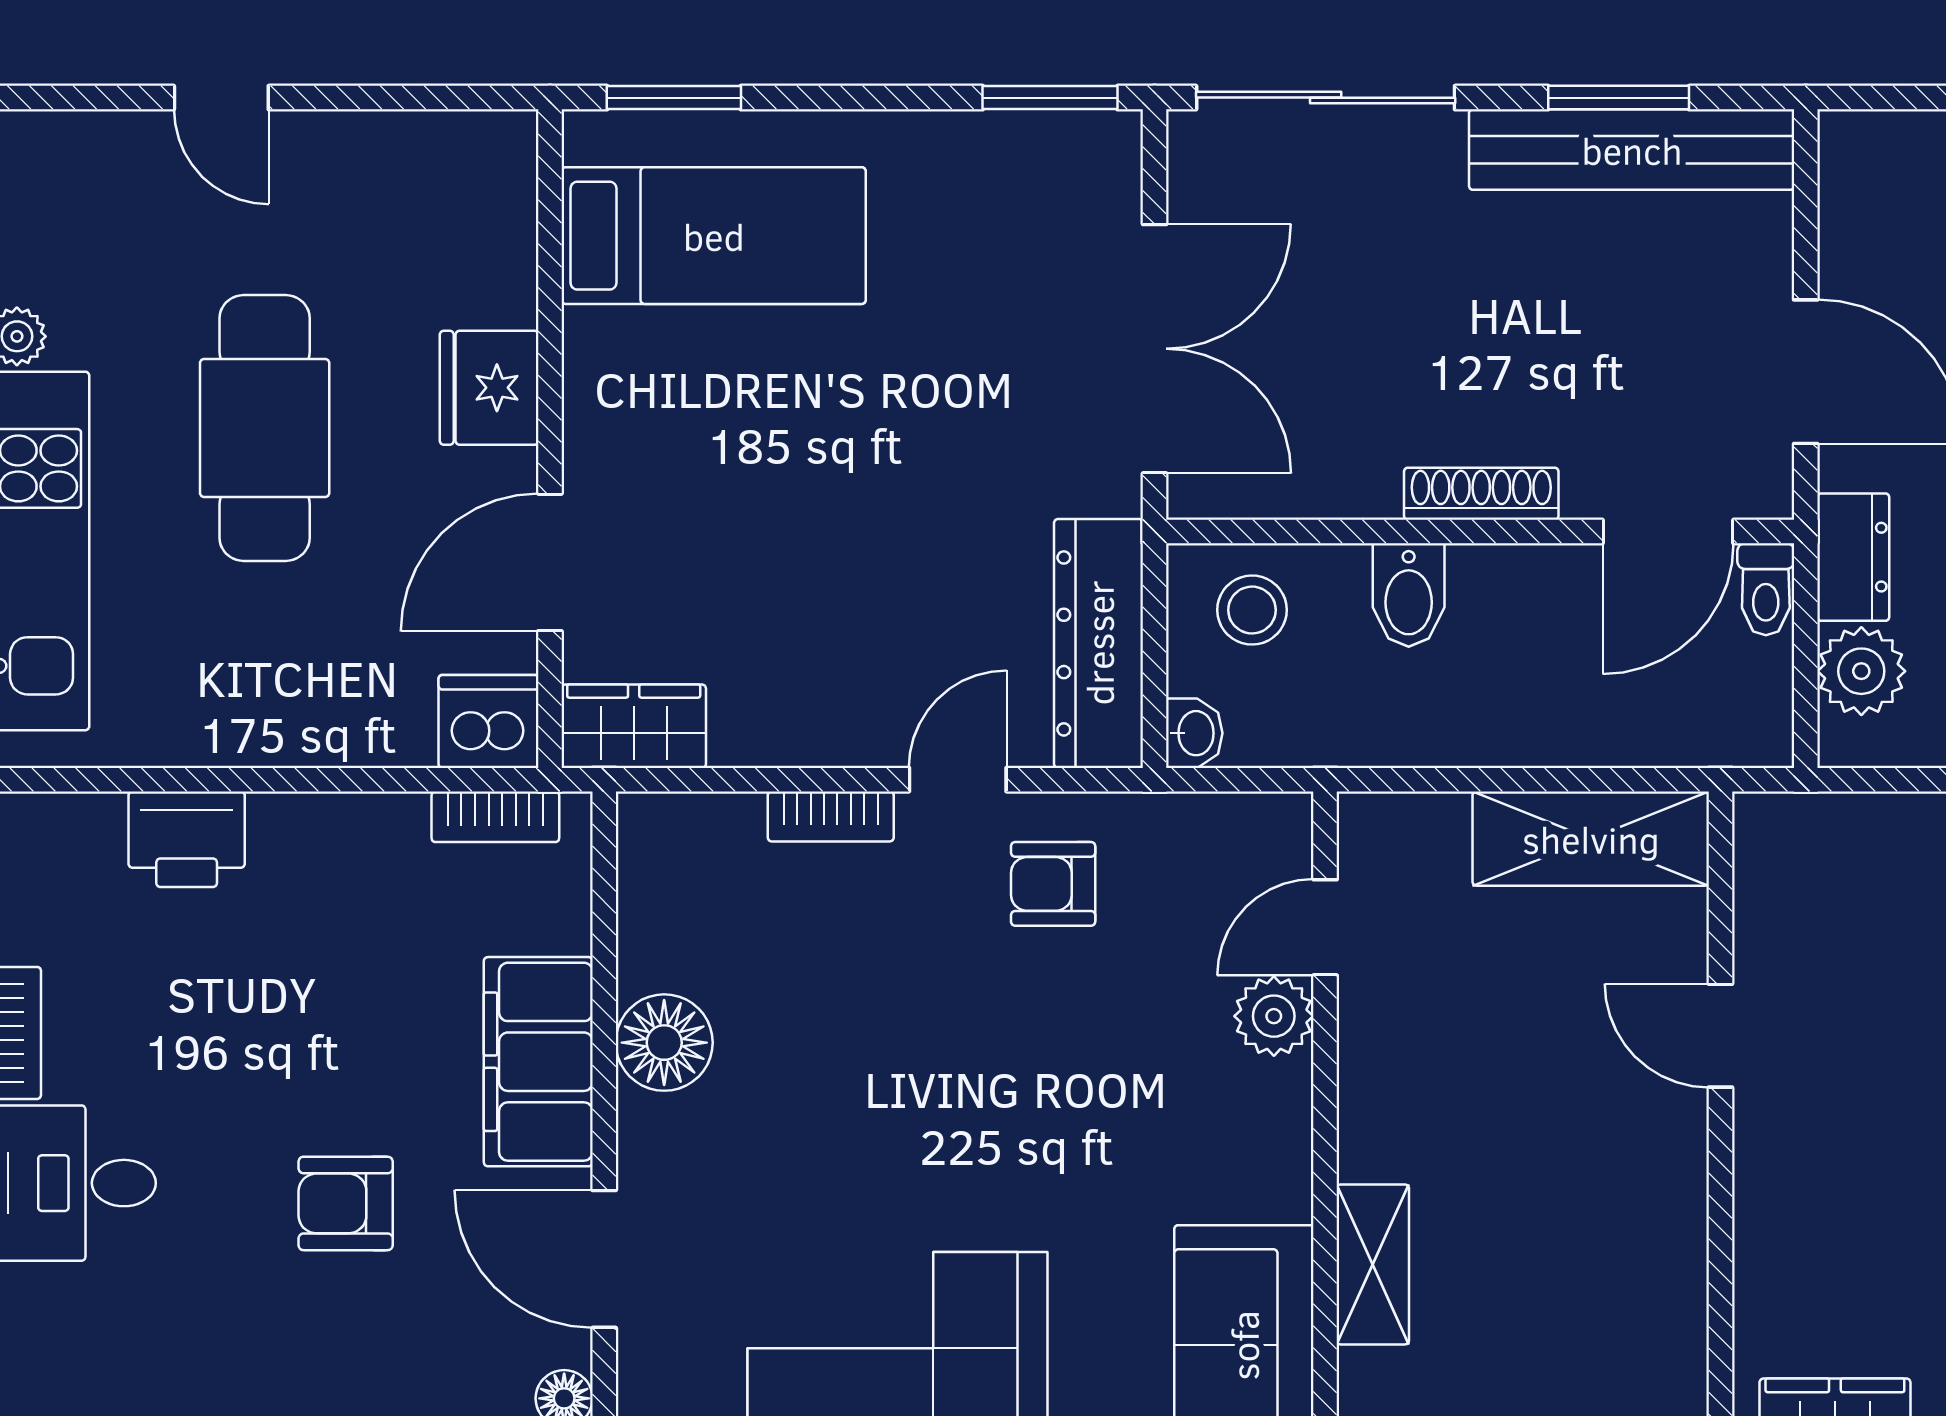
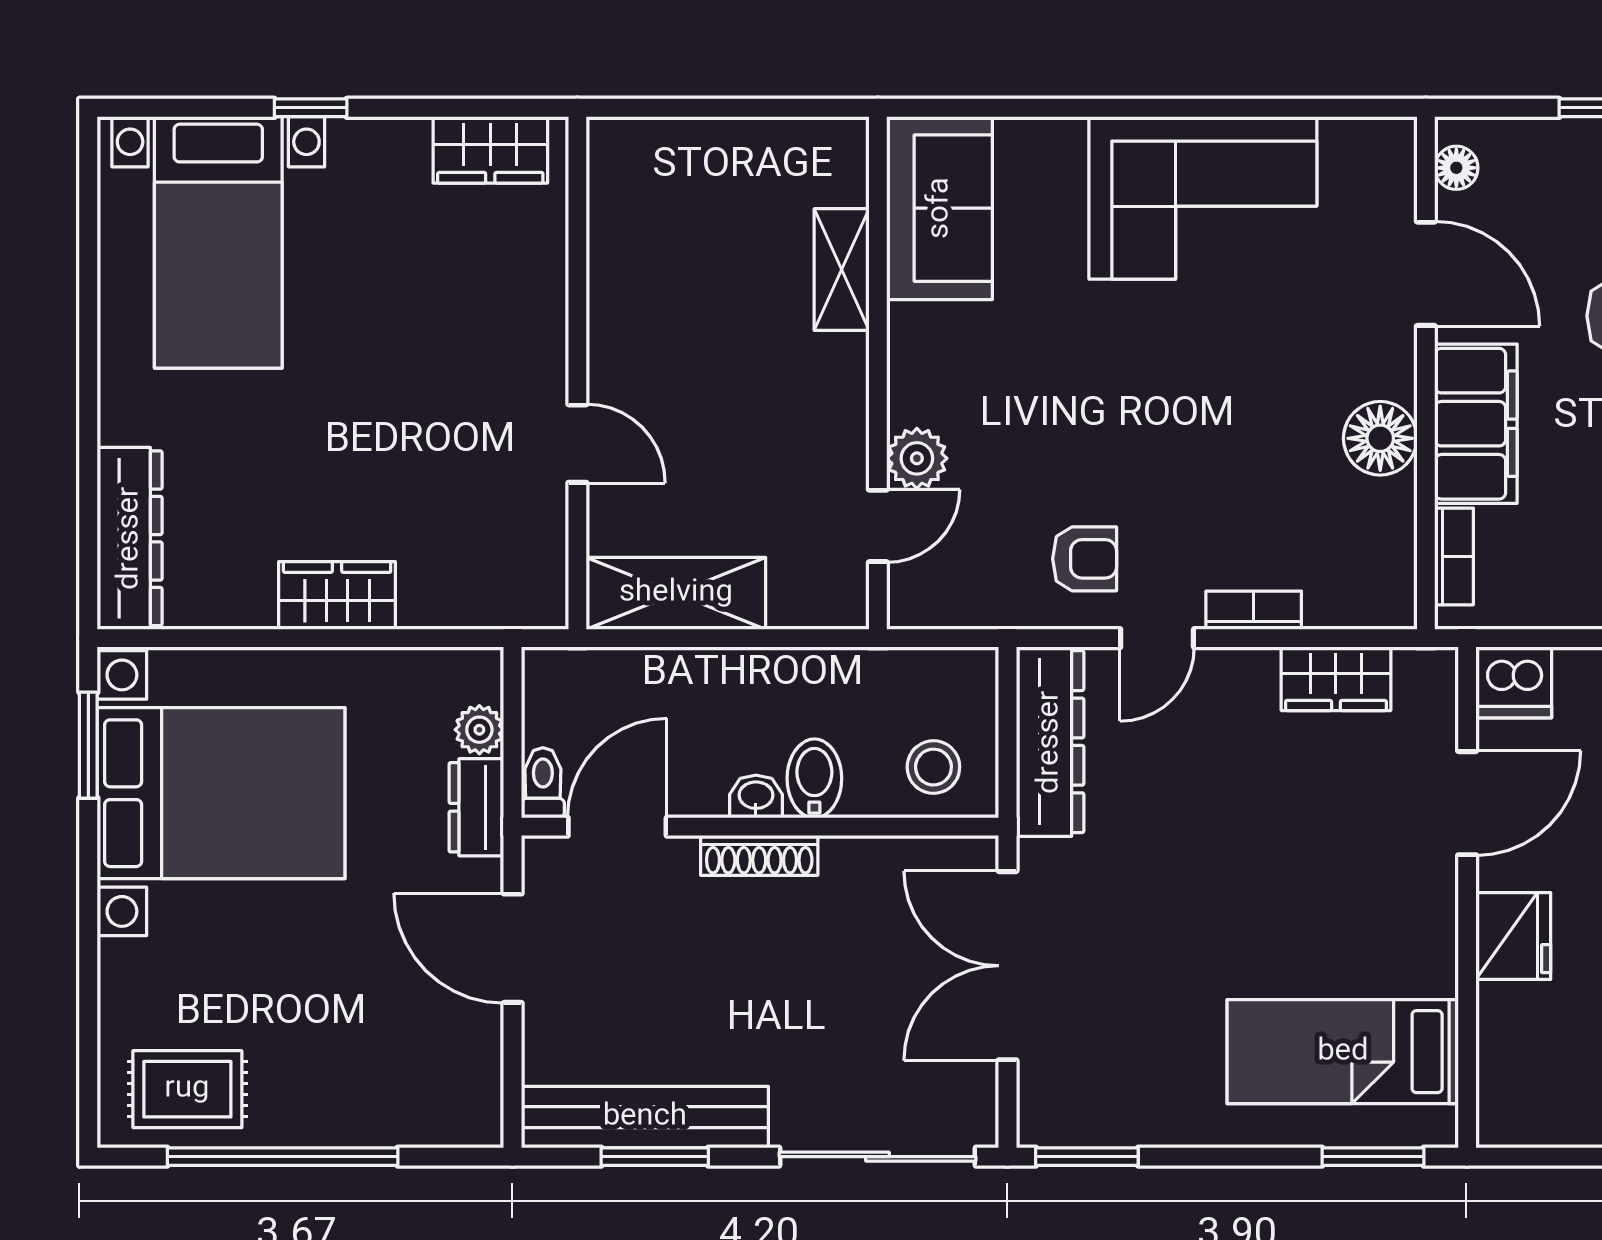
plant: (1861, 671) -> (479, 730), width x0.73, depth x0.73
wardrobe: (634, 726) -> (1336, 679), moved
washbasin: (1194, 733) -> (756, 796), moved, turned 90
bookcase: (495, 817) -> (1454, 556), moved, turned 90

